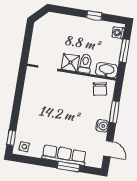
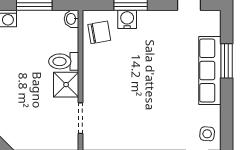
washbasin: (107, 70) -> (71, 19), width x0.52, depth x0.69
water cooler: (102, 126) -> (127, 19), moved

